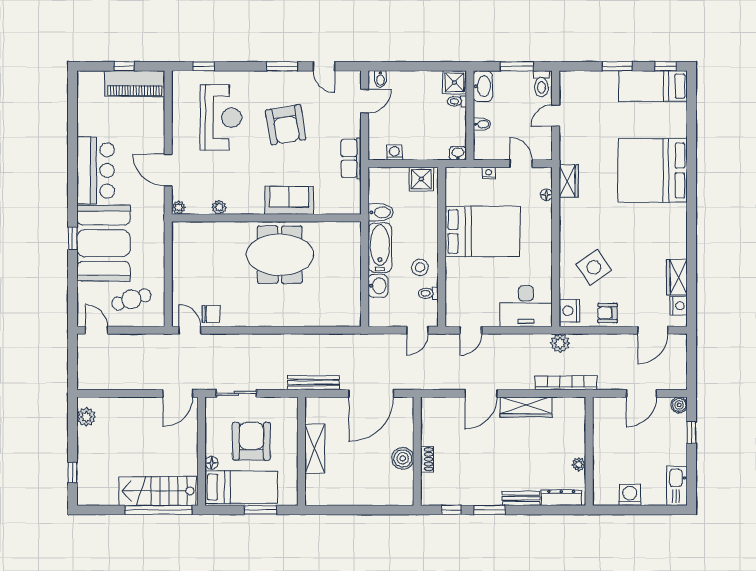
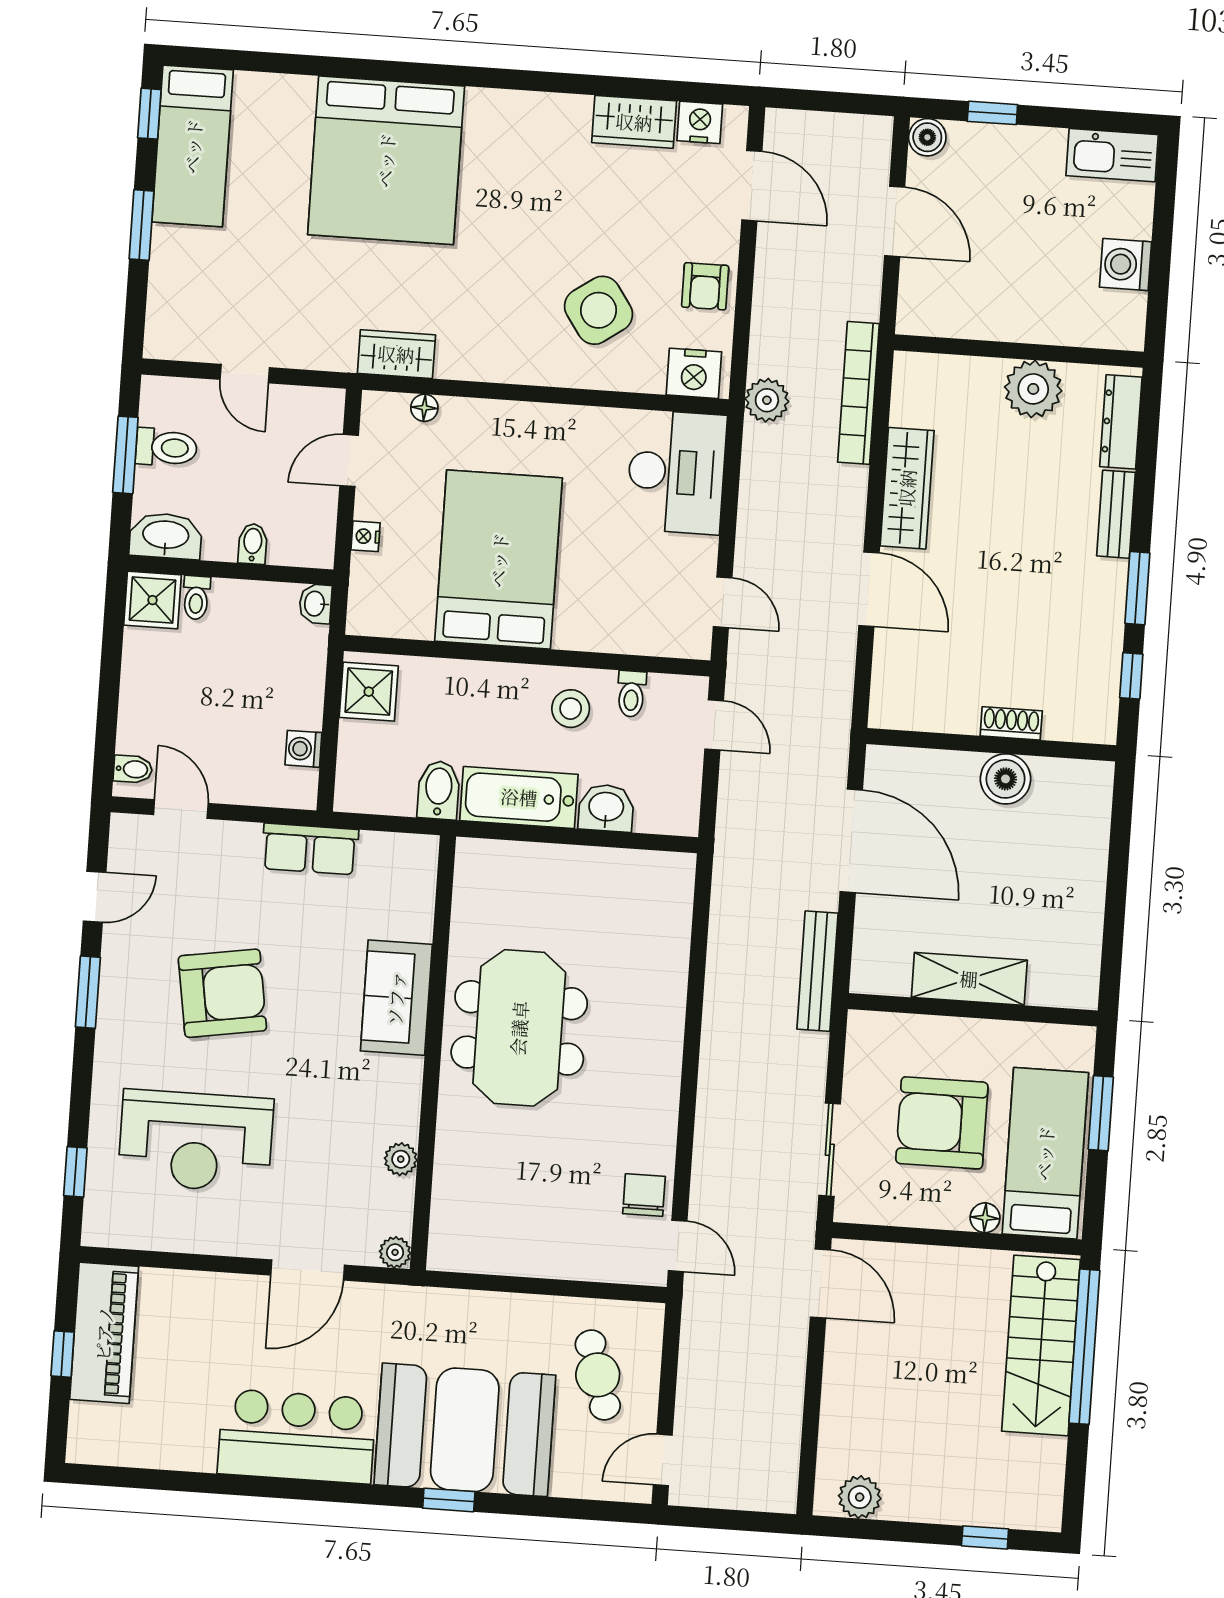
toilet: (541, 84) -> (166, 447), moved
reception desk: (221, 118) -> (196, 1141), turned 180
door: (190, 330) -> (678, 1246), swing flipped
plant: (579, 464) -> (1033, 389), width x1.88, depth x1.88

